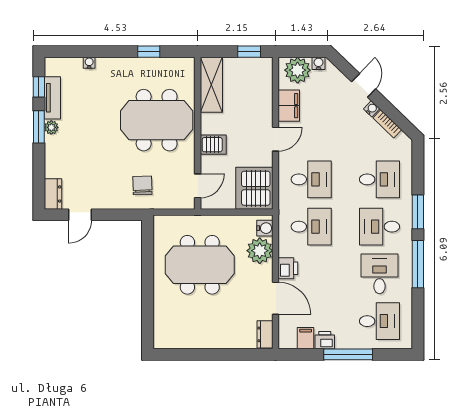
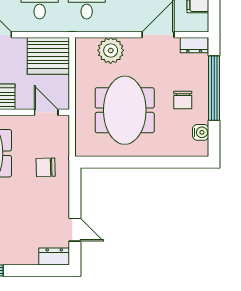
water cooler: (265, 228) -> (201, 132), moved, turned 90
printer: (288, 268) -> (128, 22), removed
chair: (210, 323) -> (183, 100), added
window: (222, 354) -> (214, 88), added

